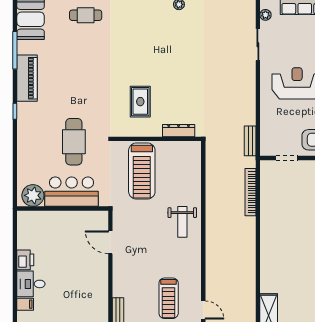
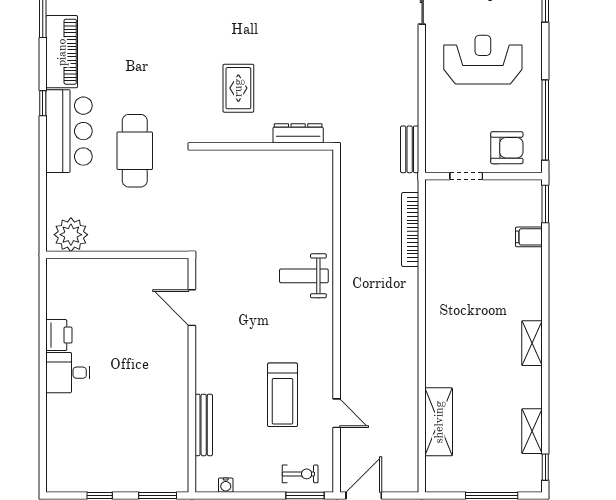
treadmill: (142, 171) -> (241, 196), removed
bar counter: (72, 192) -> (69, 131), moved, turned 90
weight bench: (182, 222) -> (304, 276), turned 90
filing cabinet: (25, 304) -> (59, 404), removed

